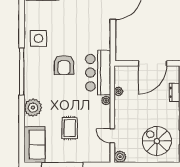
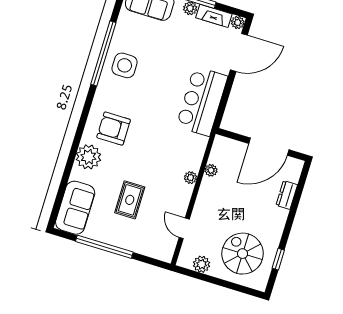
armchair: (64, 65) -> (114, 129), moved, turned 90
window: (22, 71) -> (103, 53), moved
bar counter: (98, 73) -> (202, 101), moved
plant: (120, 157) -> (202, 264), moved

